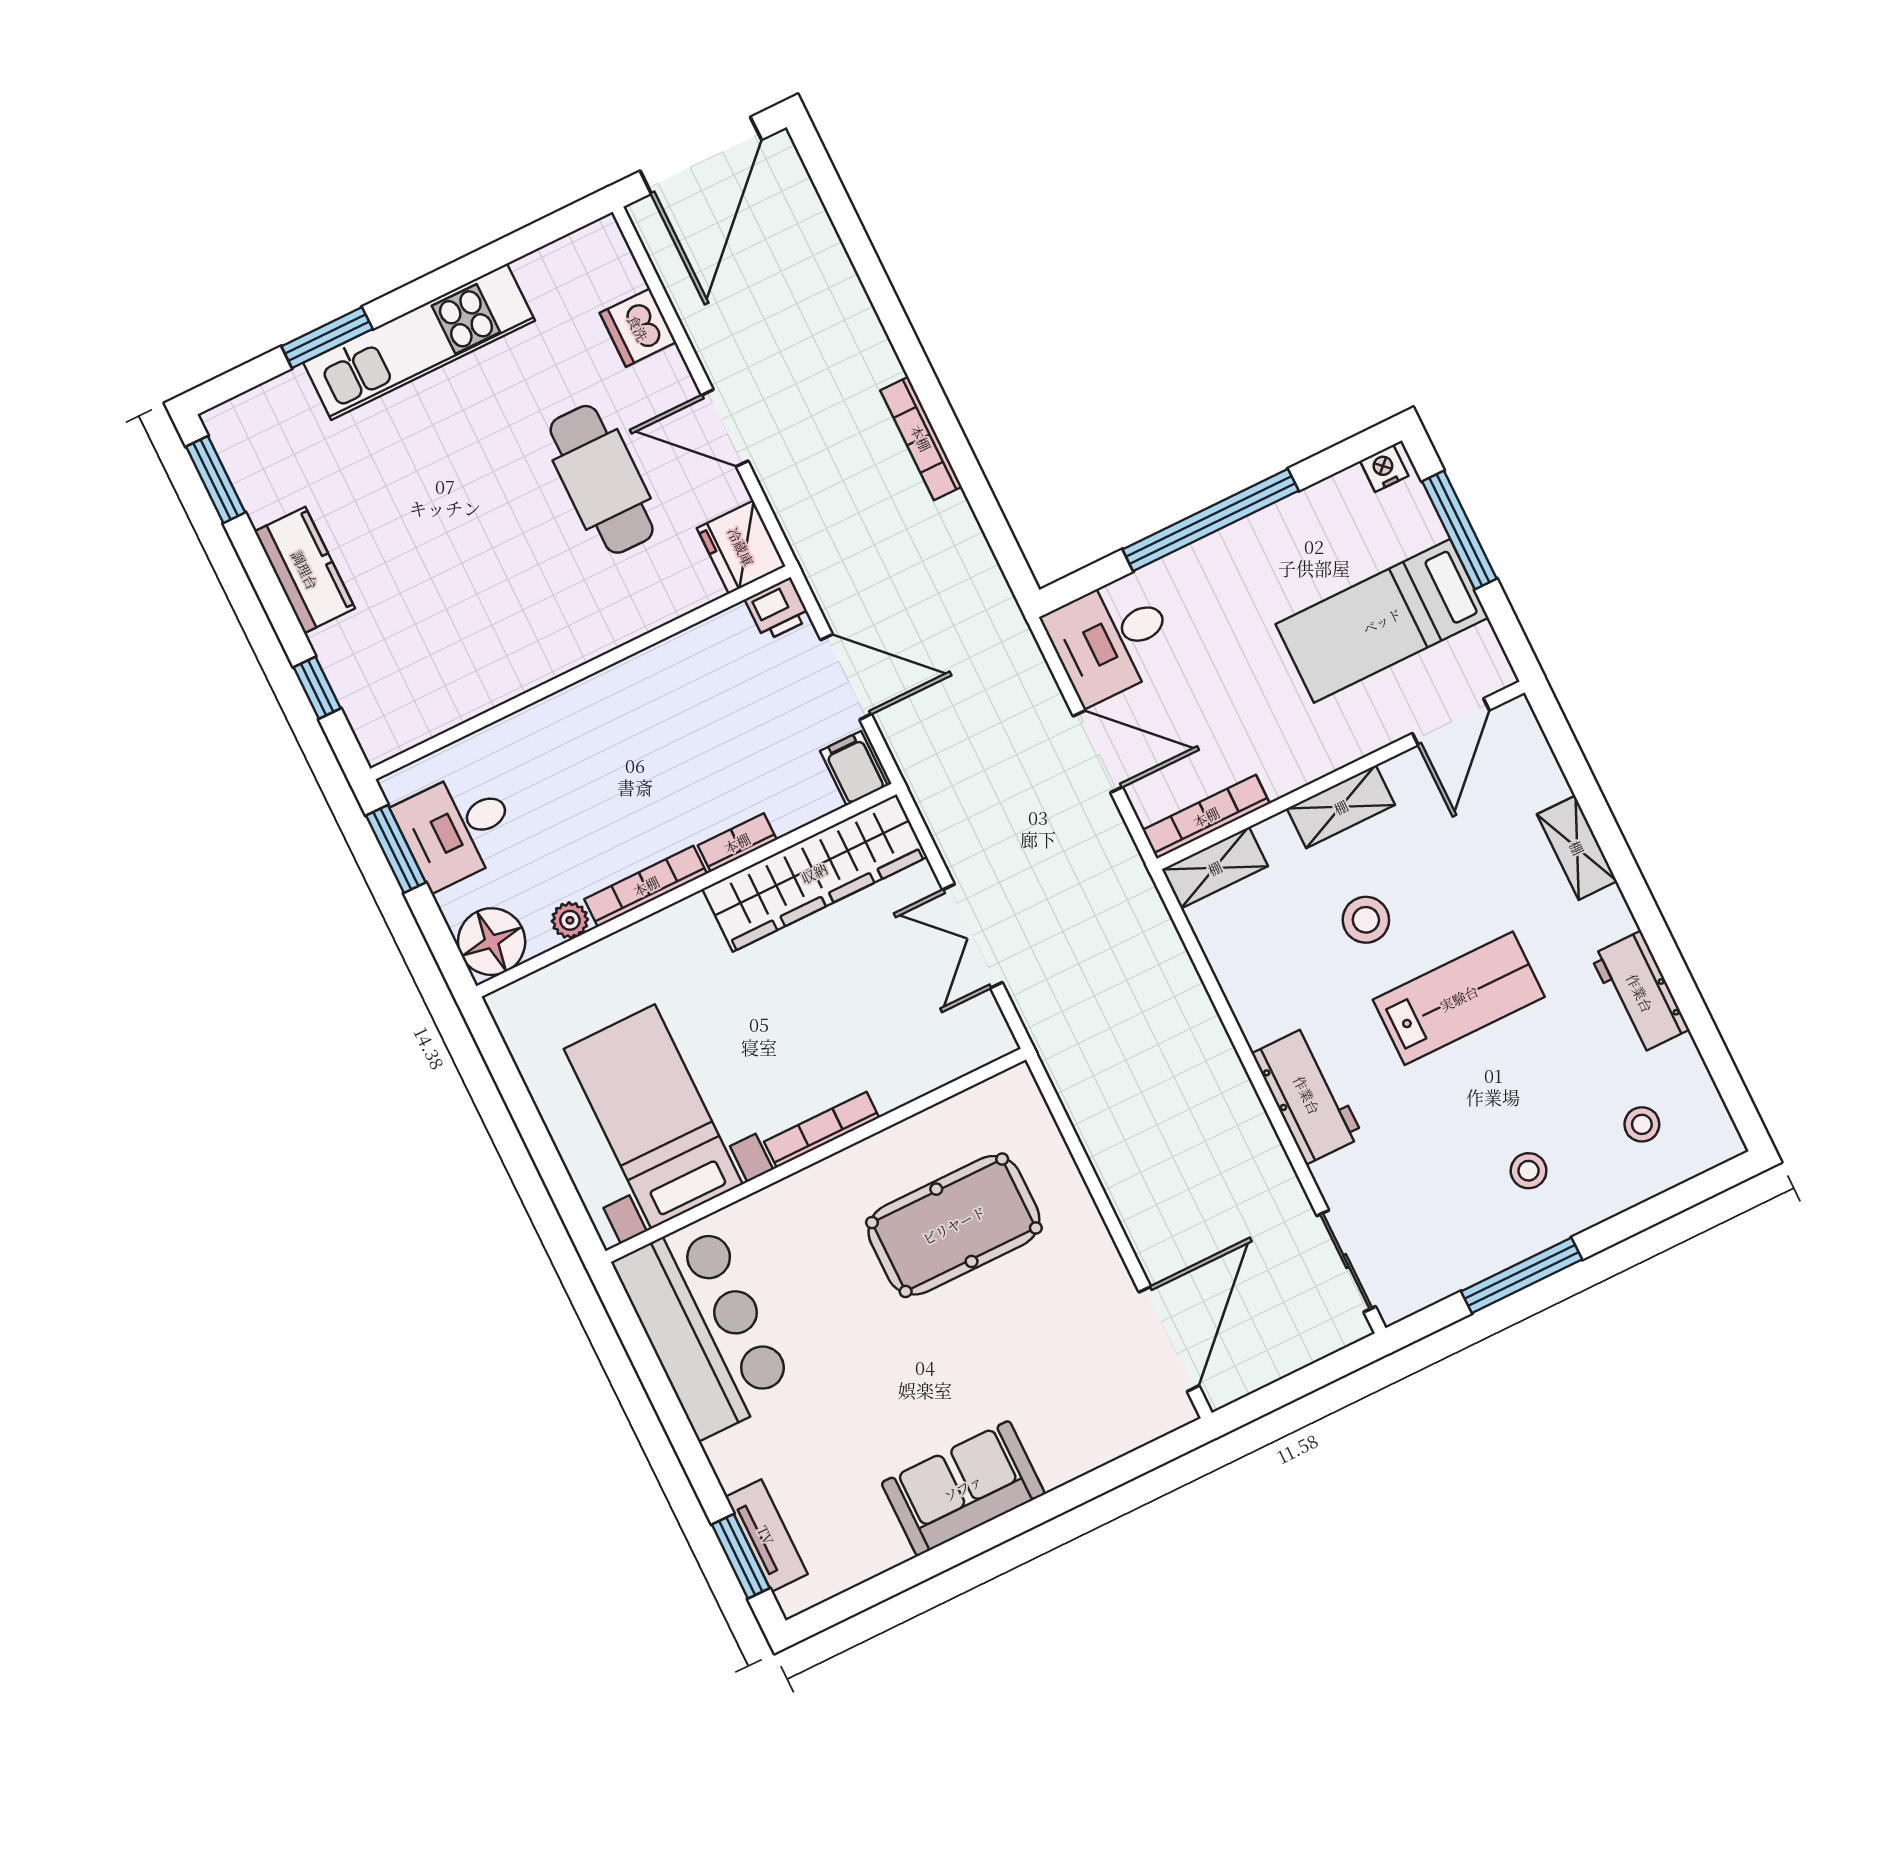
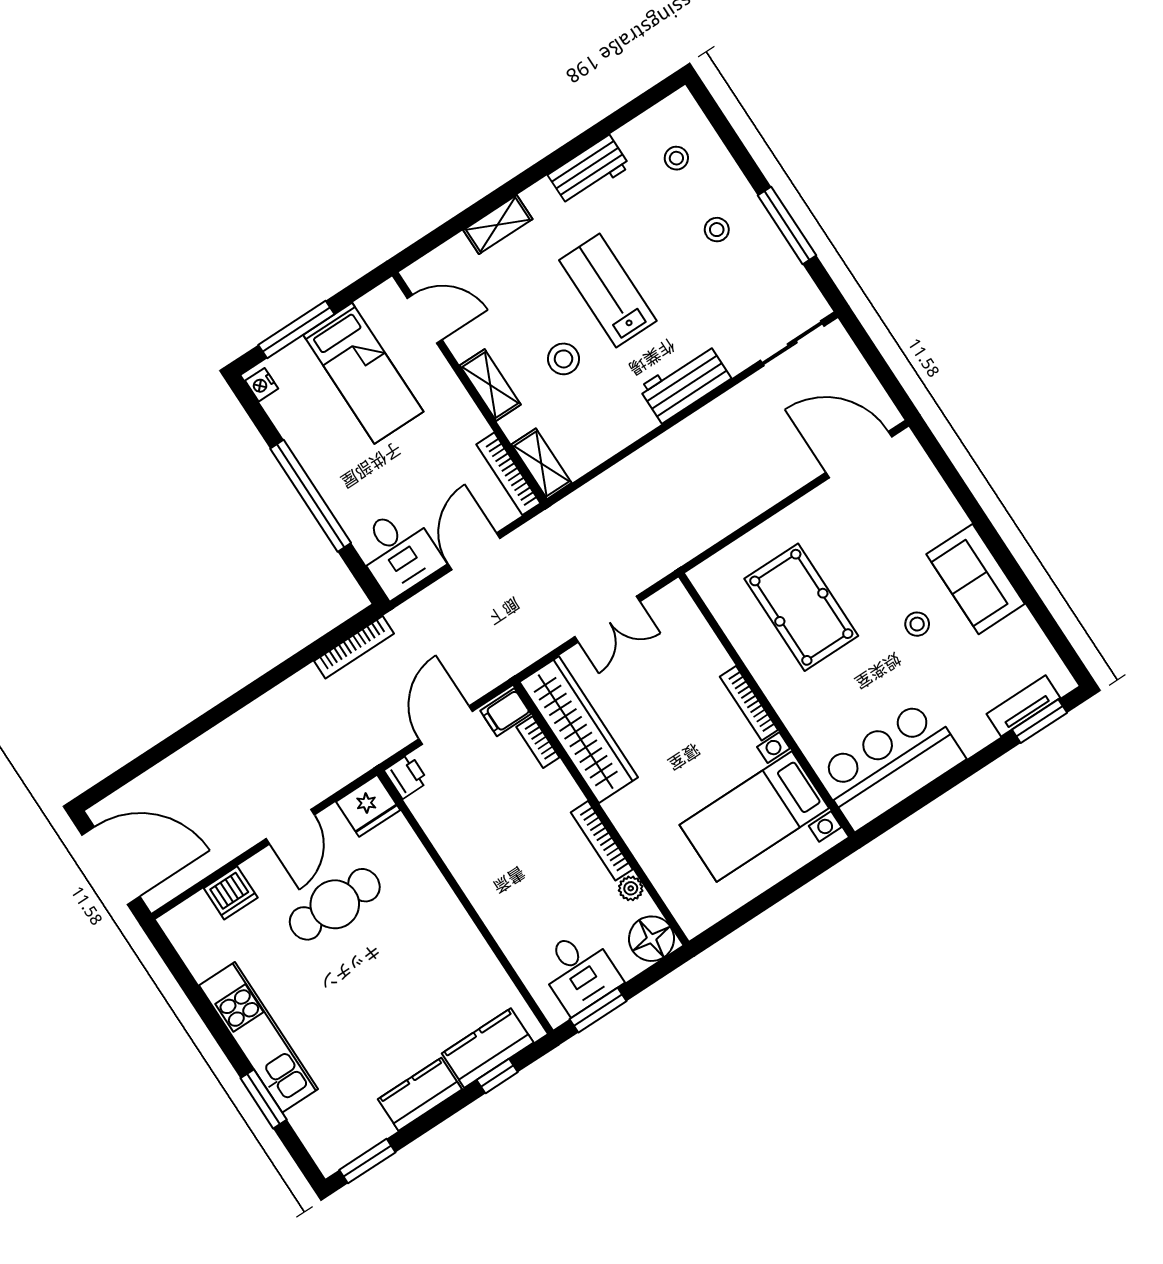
bookcase: (921, 438) -> (354, 647), moved
kitchen counter: (360, 679) -> (488, 1048), added
bookcase: (737, 843) -> (538, 742), moved
stool: (907, 1393) -> (917, 624), added

